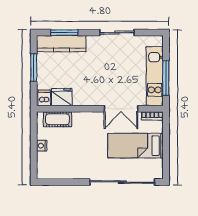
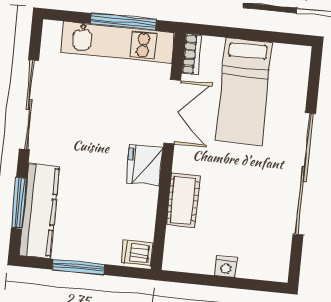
sliding door: (117, 33) -> (29, 105), width x1.37
fridge: (62, 97) -> (145, 165), moved
cot: (57, 119) -> (183, 200), moved
sliding door: (122, 182) -> (304, 174), moved

